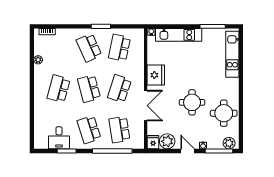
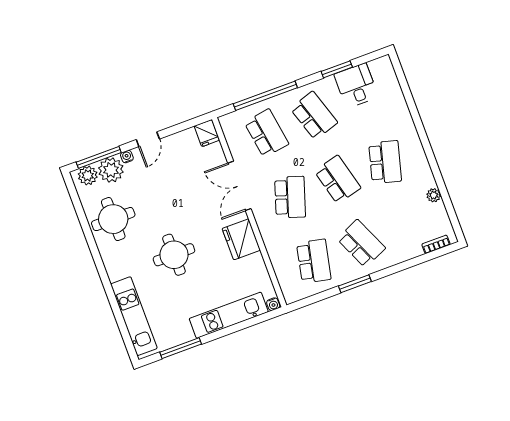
round table: (192, 102) -> (174, 255), moved
plant: (167, 141) -> (111, 170), moved
door: (188, 151) -> (148, 139), hinge flipped

